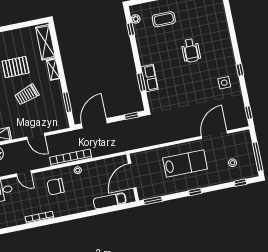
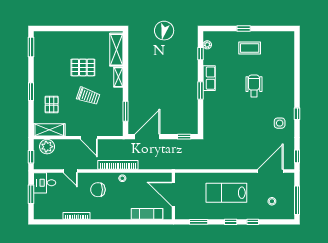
coffee table: (164, 19) -> (250, 48), moved
wheelchair: (191, 51) -> (254, 86), turned 180
row of seats: (150, 78) -> (209, 78), moved
window: (141, 82) -> (200, 91), moved
trolley: (27, 95) -> (88, 96), turned -142
door: (214, 135) -> (270, 171), moved
lab bench: (185, 163) -> (226, 193), turned 180
door: (132, 176) -> (173, 194), hinge flipped
window: (240, 183) -> (253, 222), moved
window: (153, 200) -> (199, 222), moved

